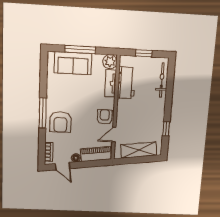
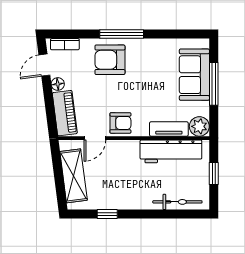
workbench: (126, 83) -> (171, 151), width x1.38
door: (114, 135) -> (95, 138), swing flipped

